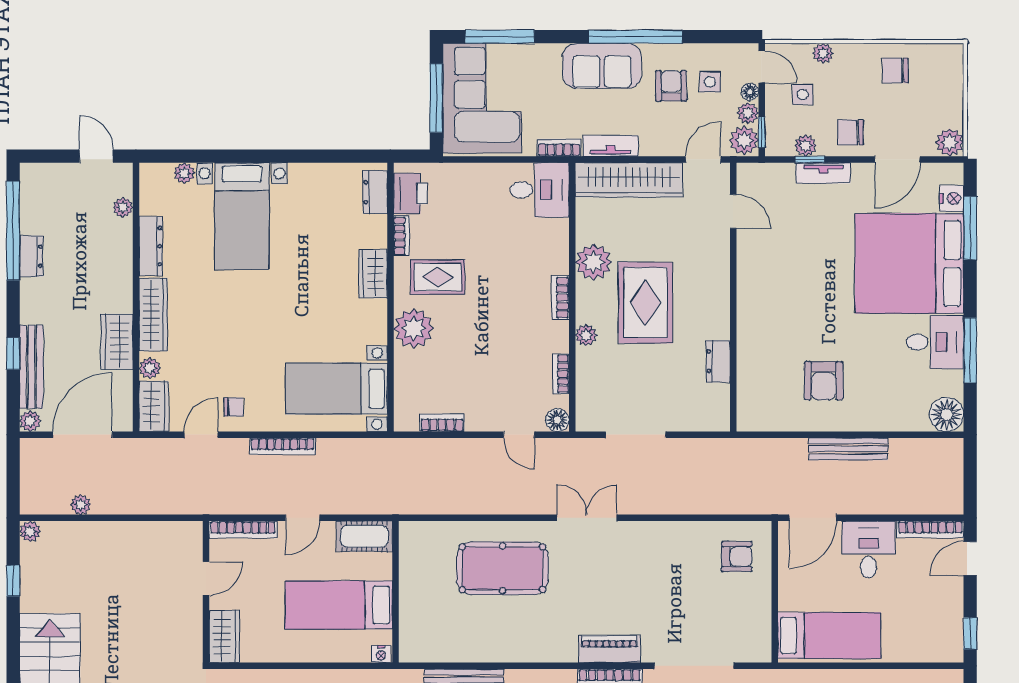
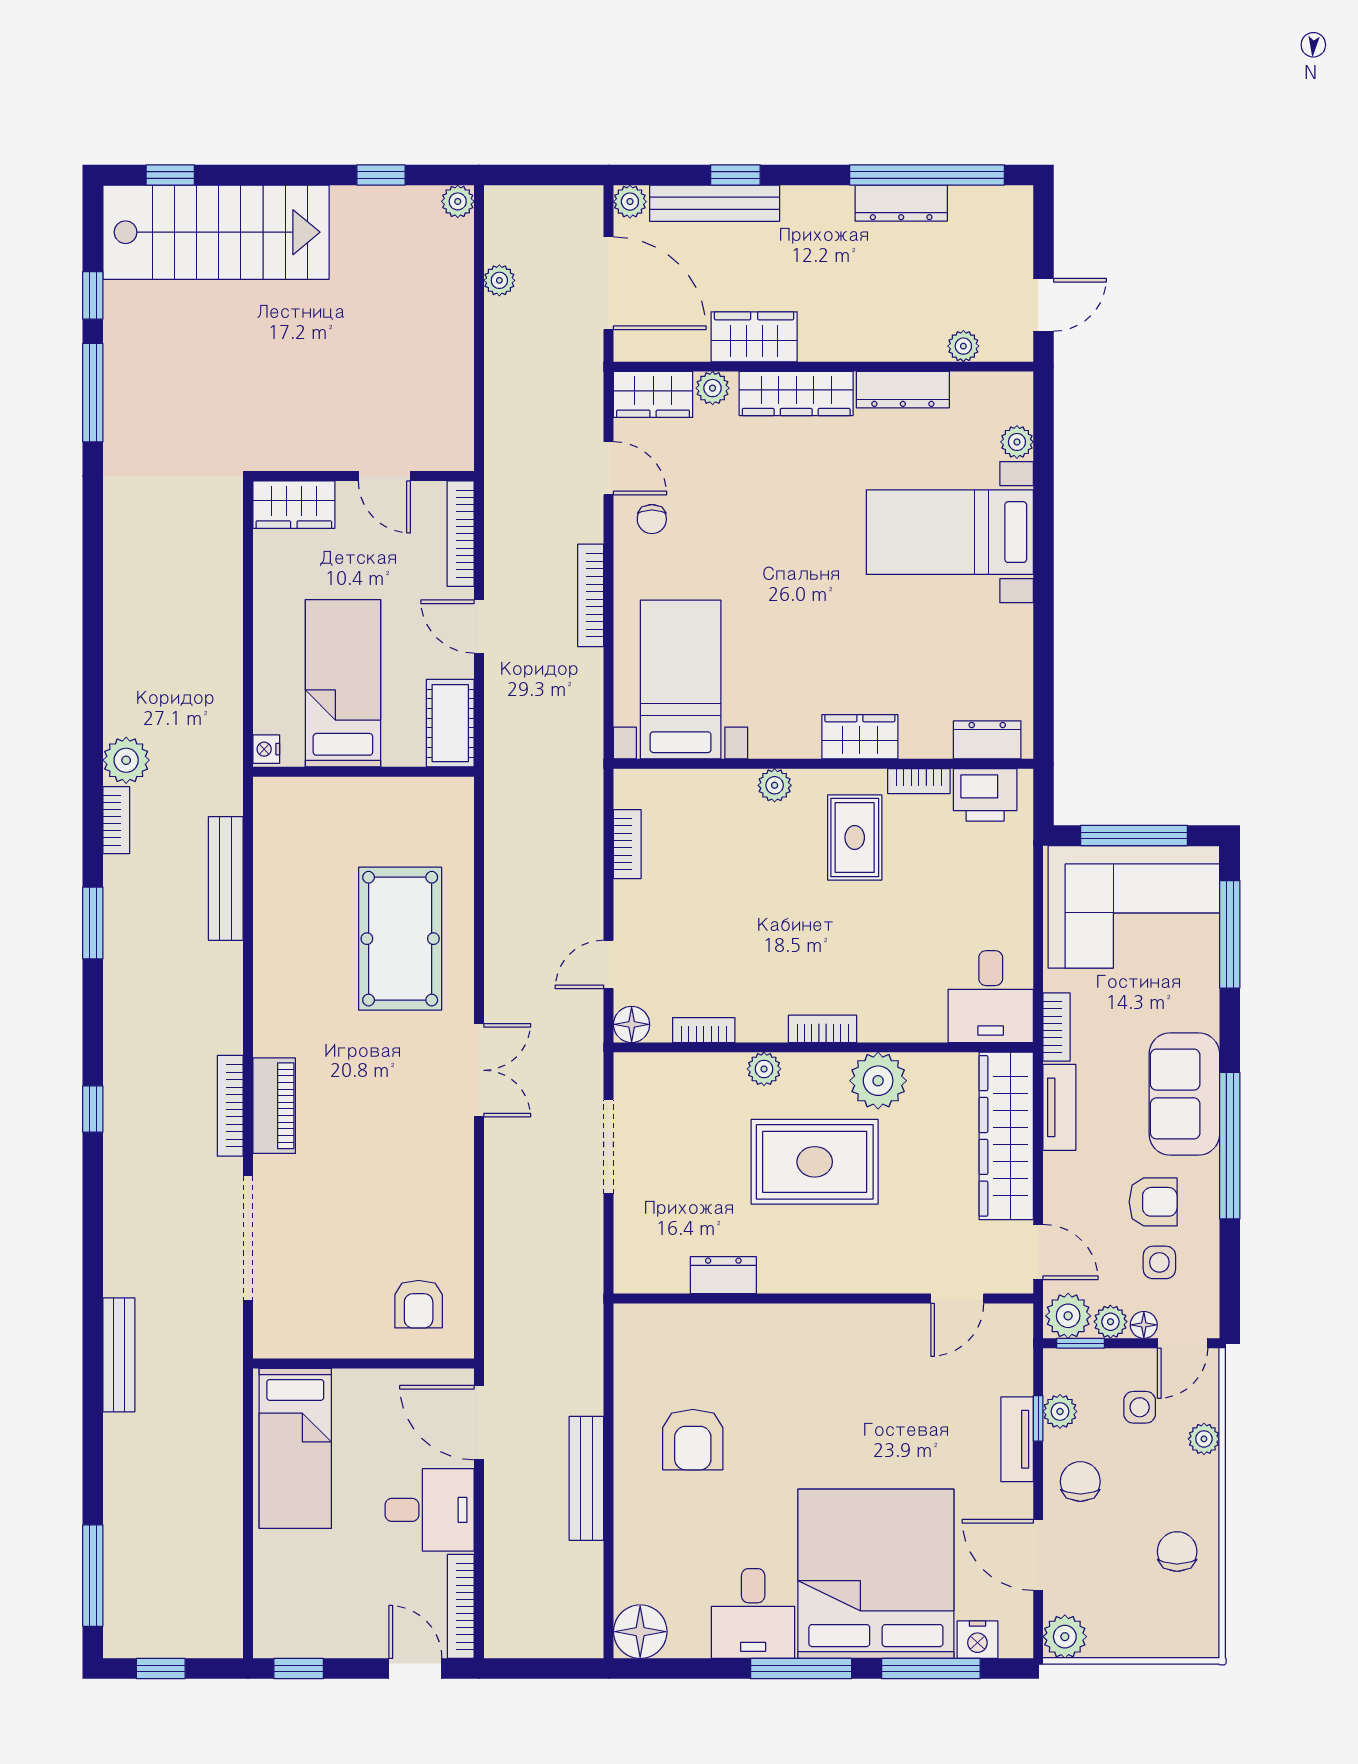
dresser: (31, 256) -> (901, 203), width x1.44
plant: (414, 328) -> (775, 785), width x0.53, depth x0.53
window: (970, 350) -> (801, 1669), moved
armchair: (823, 381) -> (693, 1440), turned -90

